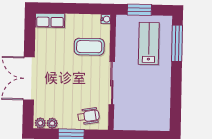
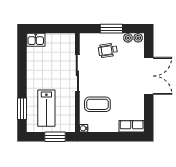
window: (177, 43) -> (22, 109), width x0.69
wheelchair: (88, 116) -> (108, 50), moved
kitchen sink: (159, 123) -> (36, 40), added

